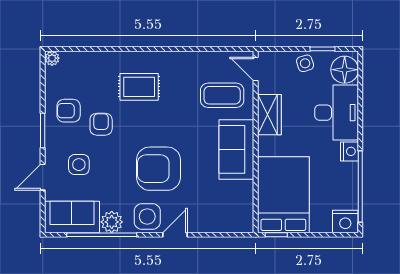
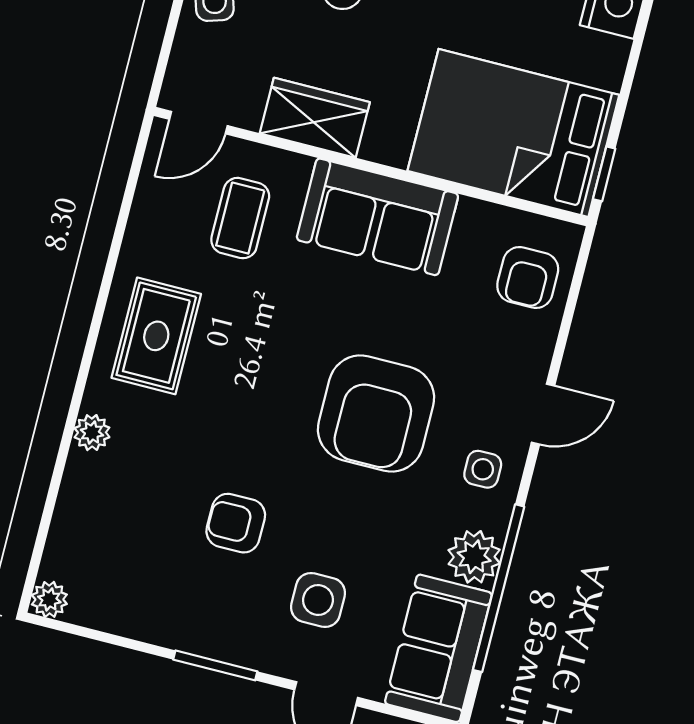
plant: (122, 58) -> (92, 433), added
rug: (139, 87) -> (156, 336), moved
coffee table: (222, 95) -> (240, 218), width x0.73, depth x0.77
armchair: (69, 111) -> (528, 278), moved
side table: (147, 217) -> (483, 469), width x0.54, depth x0.54
door: (175, 235) -> (543, 414), swing flipped

